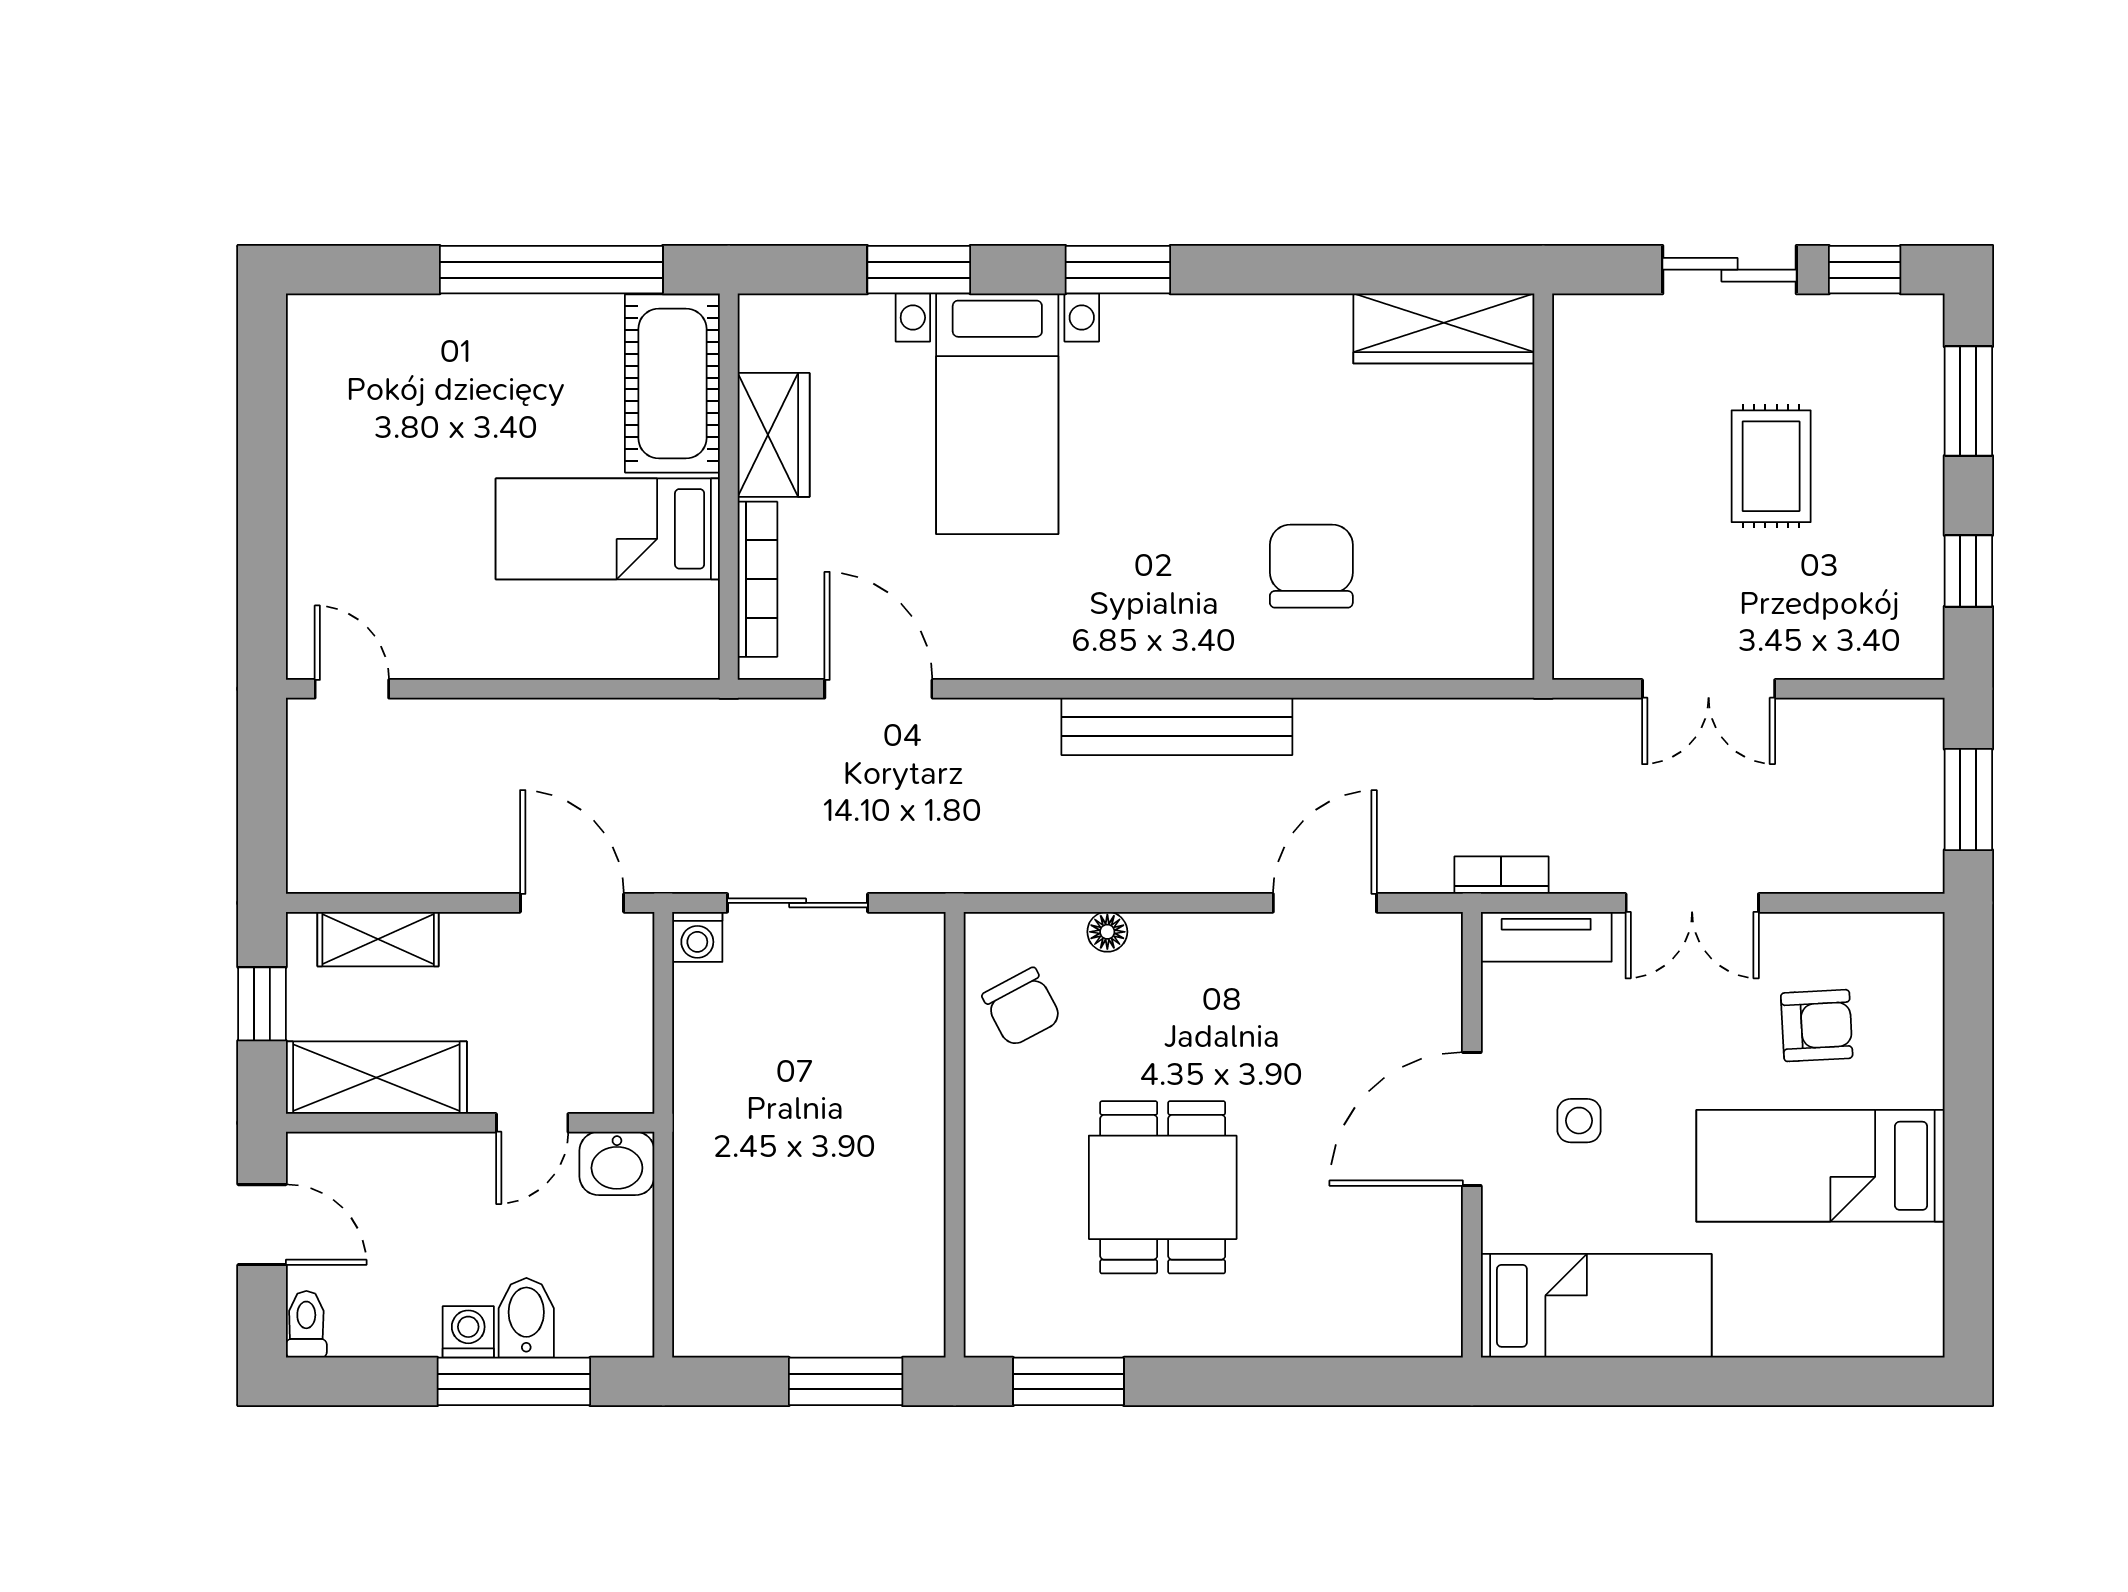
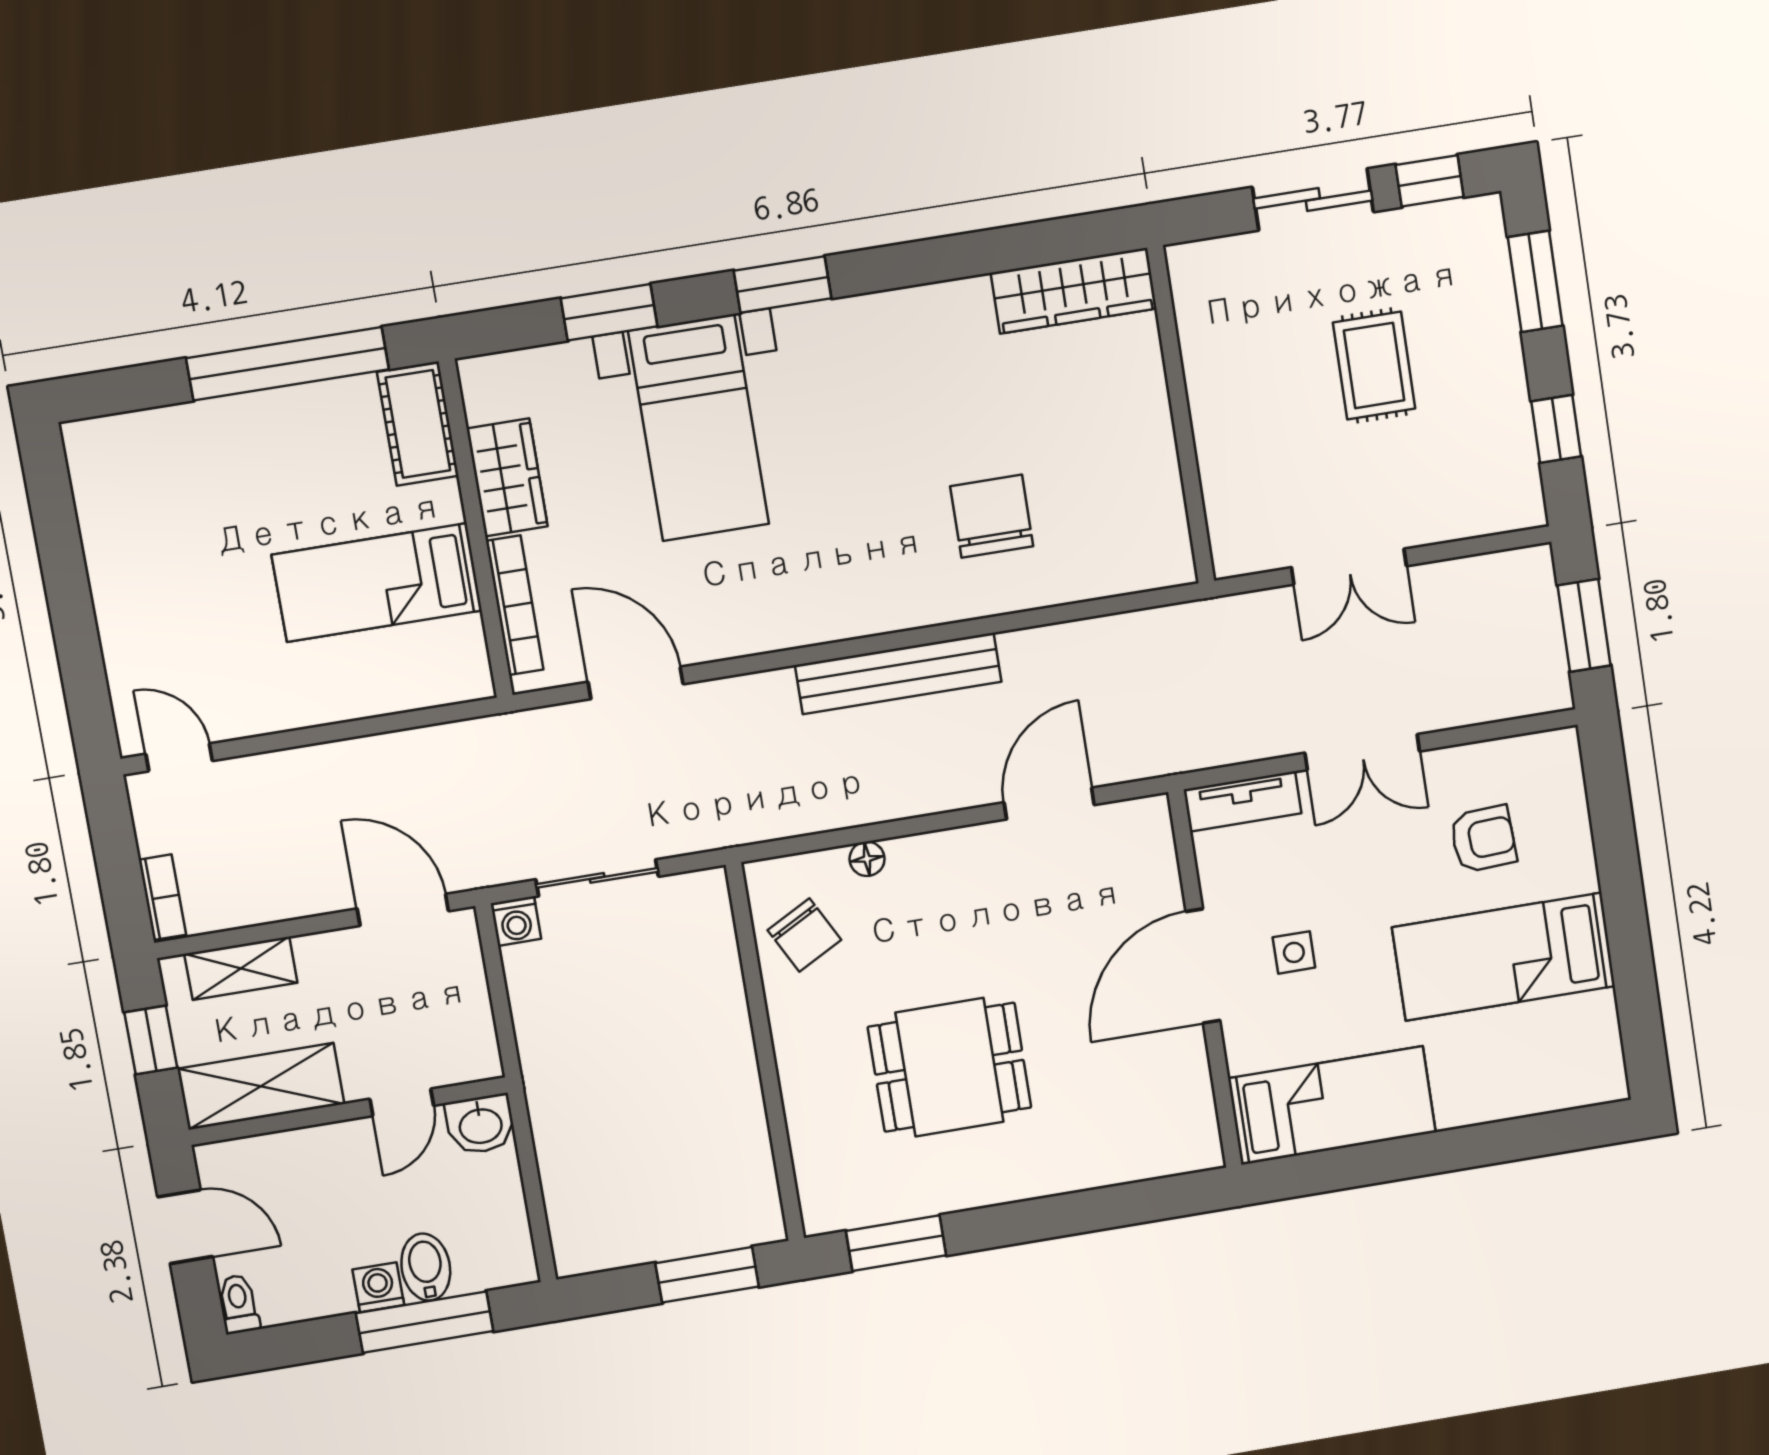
cot: (672, 383) -> (418, 424), width x0.73, depth x0.75
bookcase: (1501, 875) -> (162, 897), moved, turned 90
dining table: (1163, 1187) -> (949, 1067), turned 90

